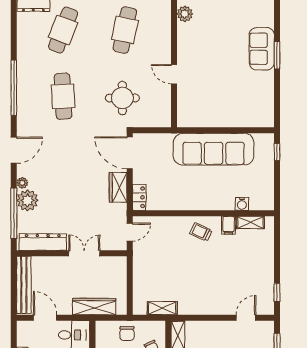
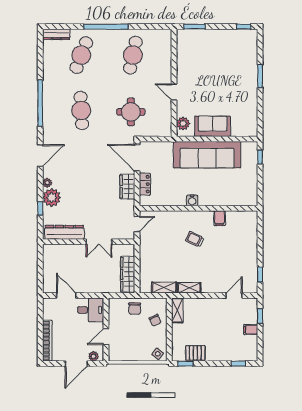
plant: (185, 14) -> (183, 123), moved
sofa: (262, 49) -> (213, 126), moved, turned 90
locker: (139, 197) -> (145, 184), moved
water cooler: (242, 204) -> (192, 200), moved
window: (14, 213) -> (40, 208), width x0.32
shelving: (250, 222) -> (189, 288), moved
trolley: (201, 232) -> (195, 239), moved
double door: (84, 253) -> (99, 242), swing flipped
bench: (24, 285) -> (49, 268), removed
wardrobe: (94, 307) -> (128, 274), moved, turned -90

